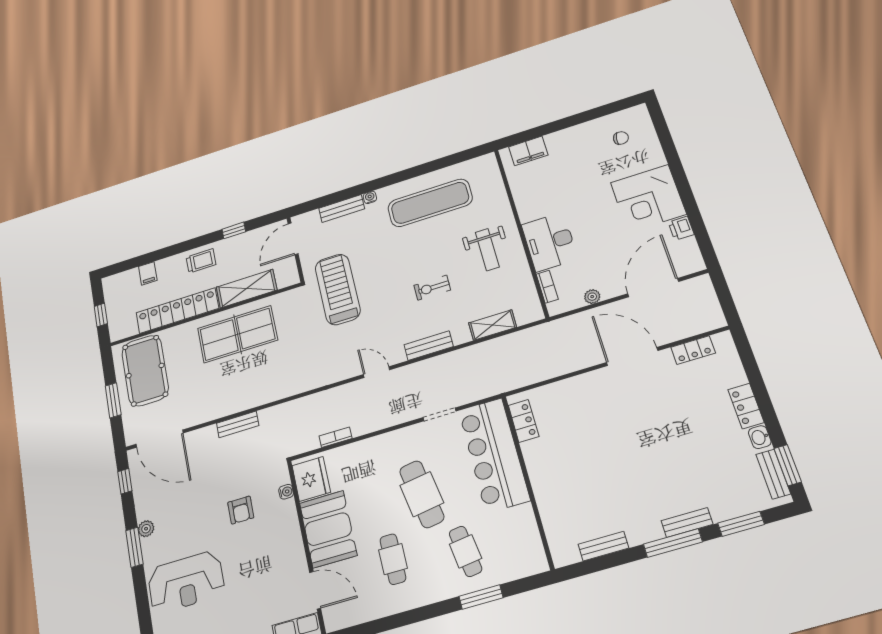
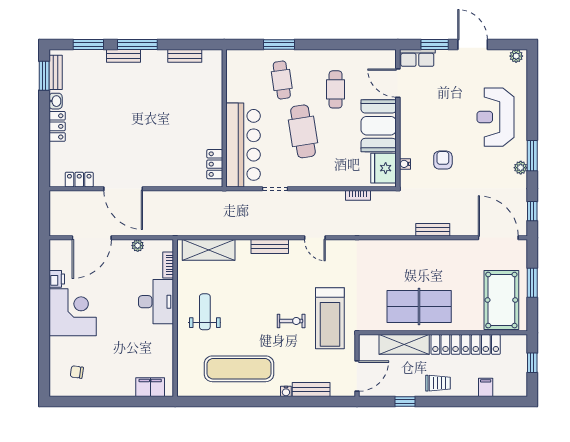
trolley: (201, 261) -> (438, 383), turned 180
exercise bike: (432, 288) -> (291, 321), moved
shelving: (493, 325) -> (209, 250), width x1.50, depth x1.33
reception desk: (186, 582) -> (495, 117), turned -90

